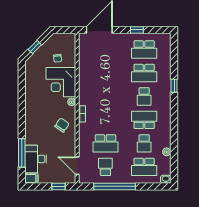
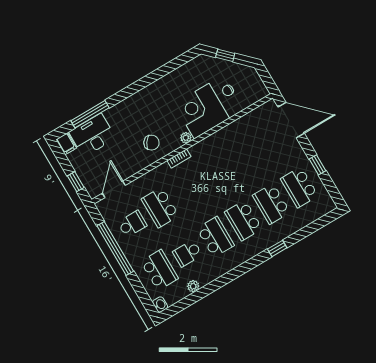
school desk: (144, 96) -> (243, 220), width x1.85
school desk: (144, 167) -> (159, 270), turned 180

